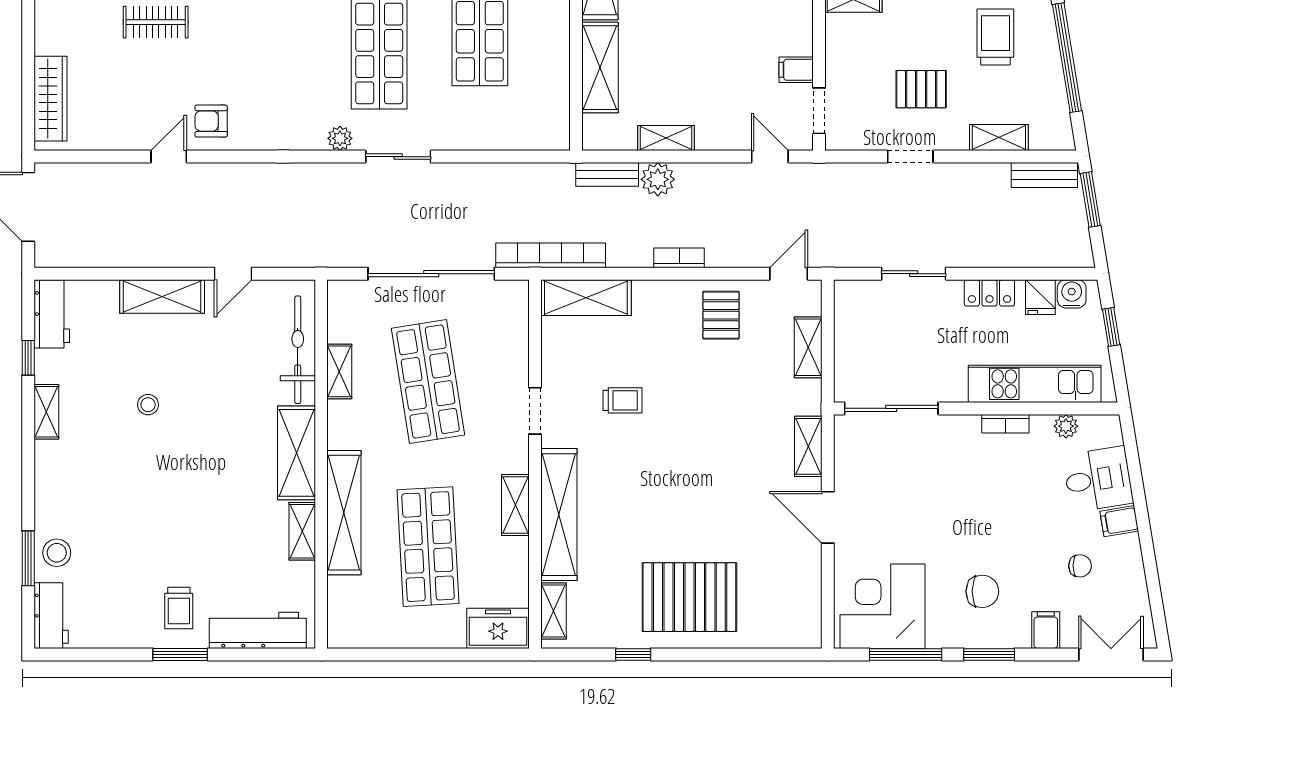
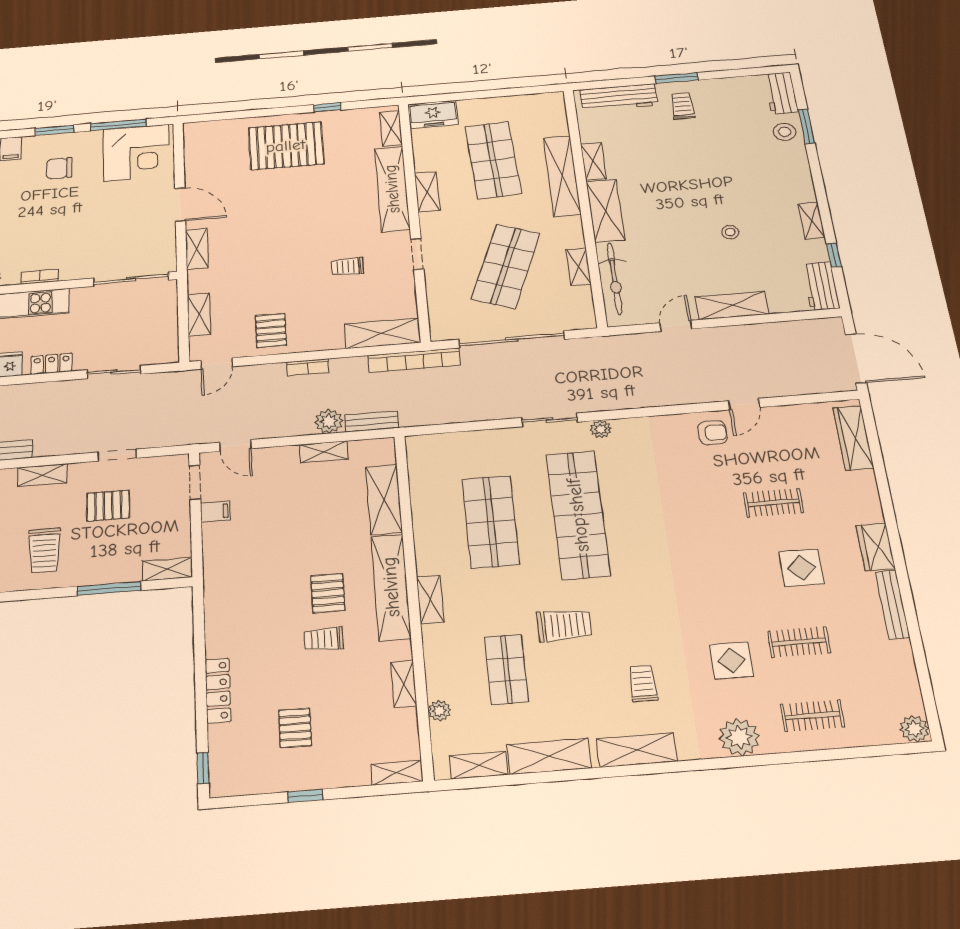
shop shelf: (428, 382) -> (506, 266), turned 30

